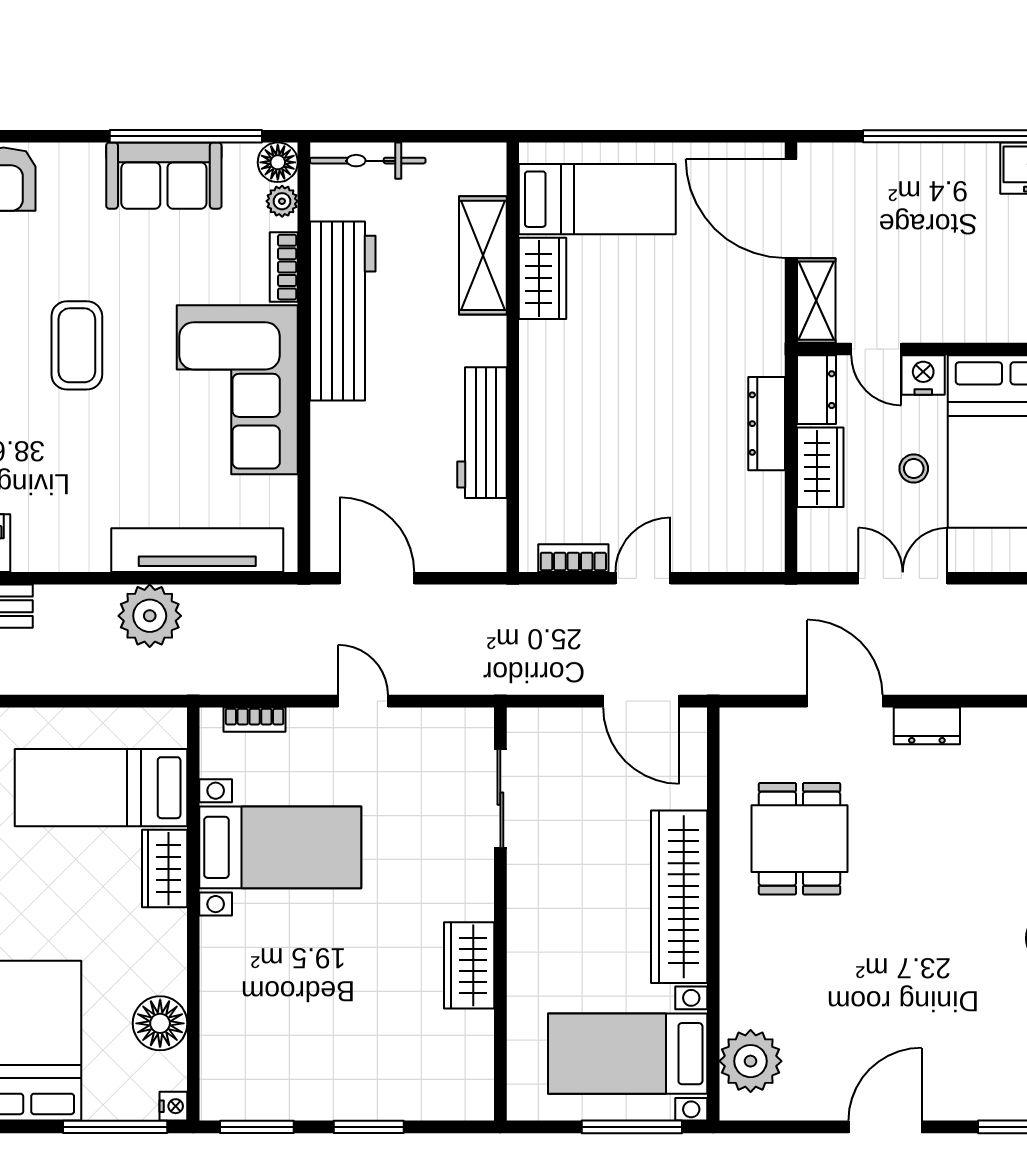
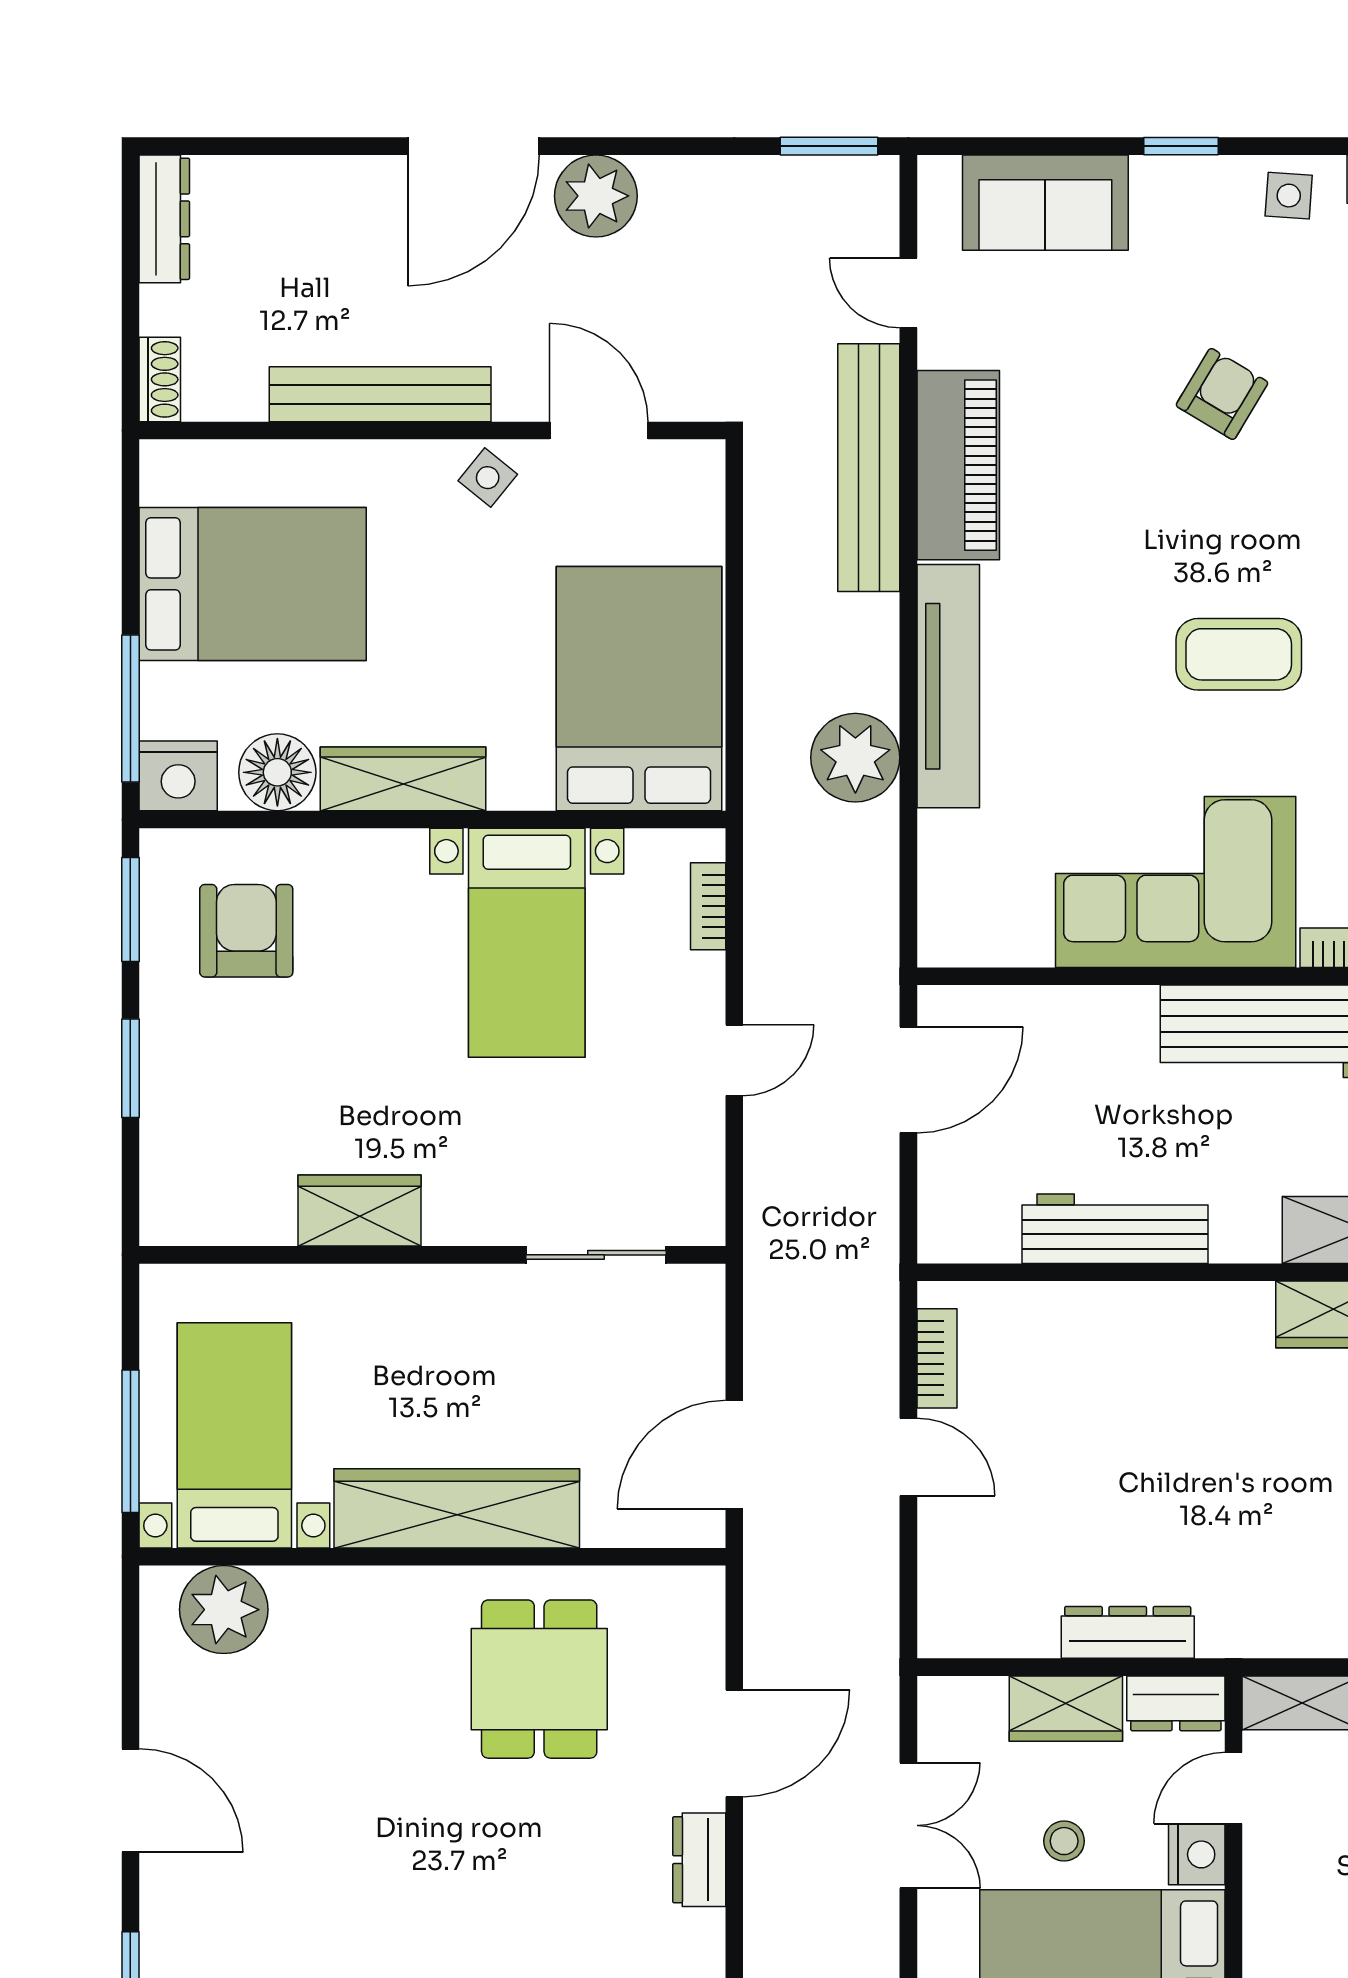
tv unit: (197, 550) -> (948, 686), moved
bed: (101, 788) -> (639, 689), width x1.50
dining table: (799, 839) -> (539, 1679), turned 90
wardrobe: (165, 869) -> (403, 779), moved, width x1.50
armchair: (272, 1045) -> (246, 931), added
nightstand: (173, 1106) -> (178, 776), width x1.89, depth x1.79

